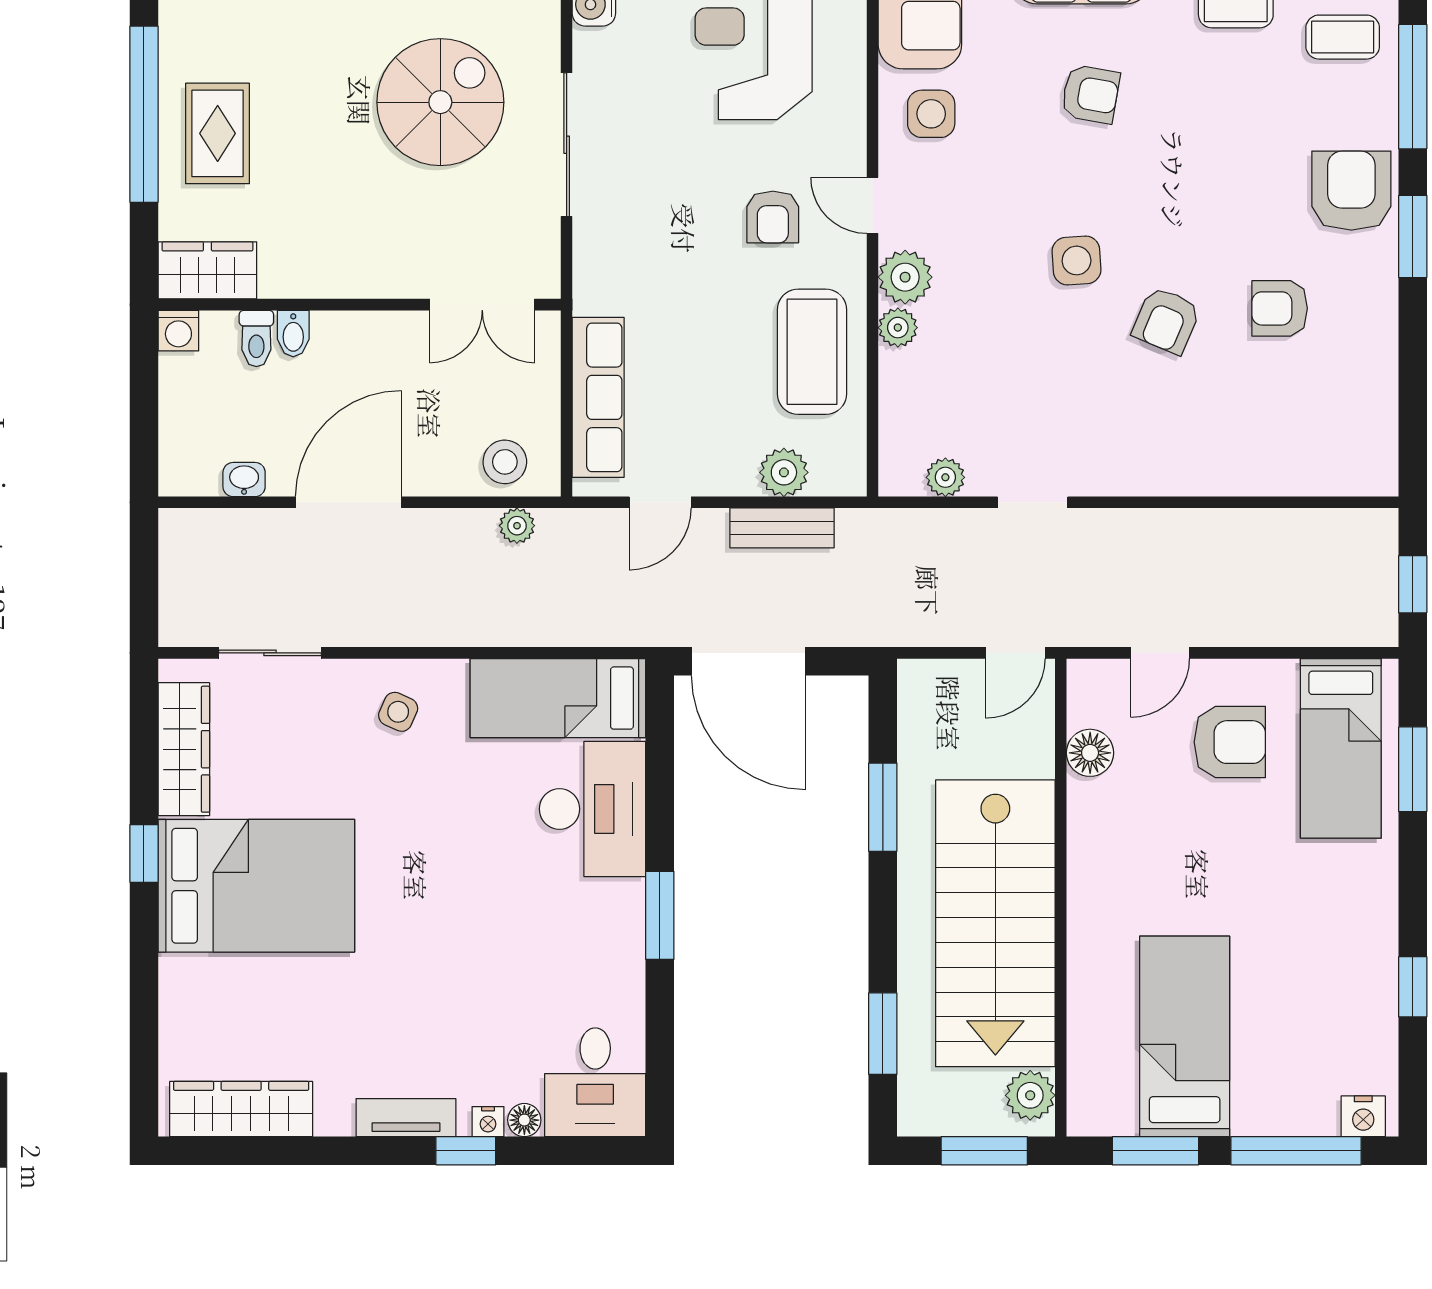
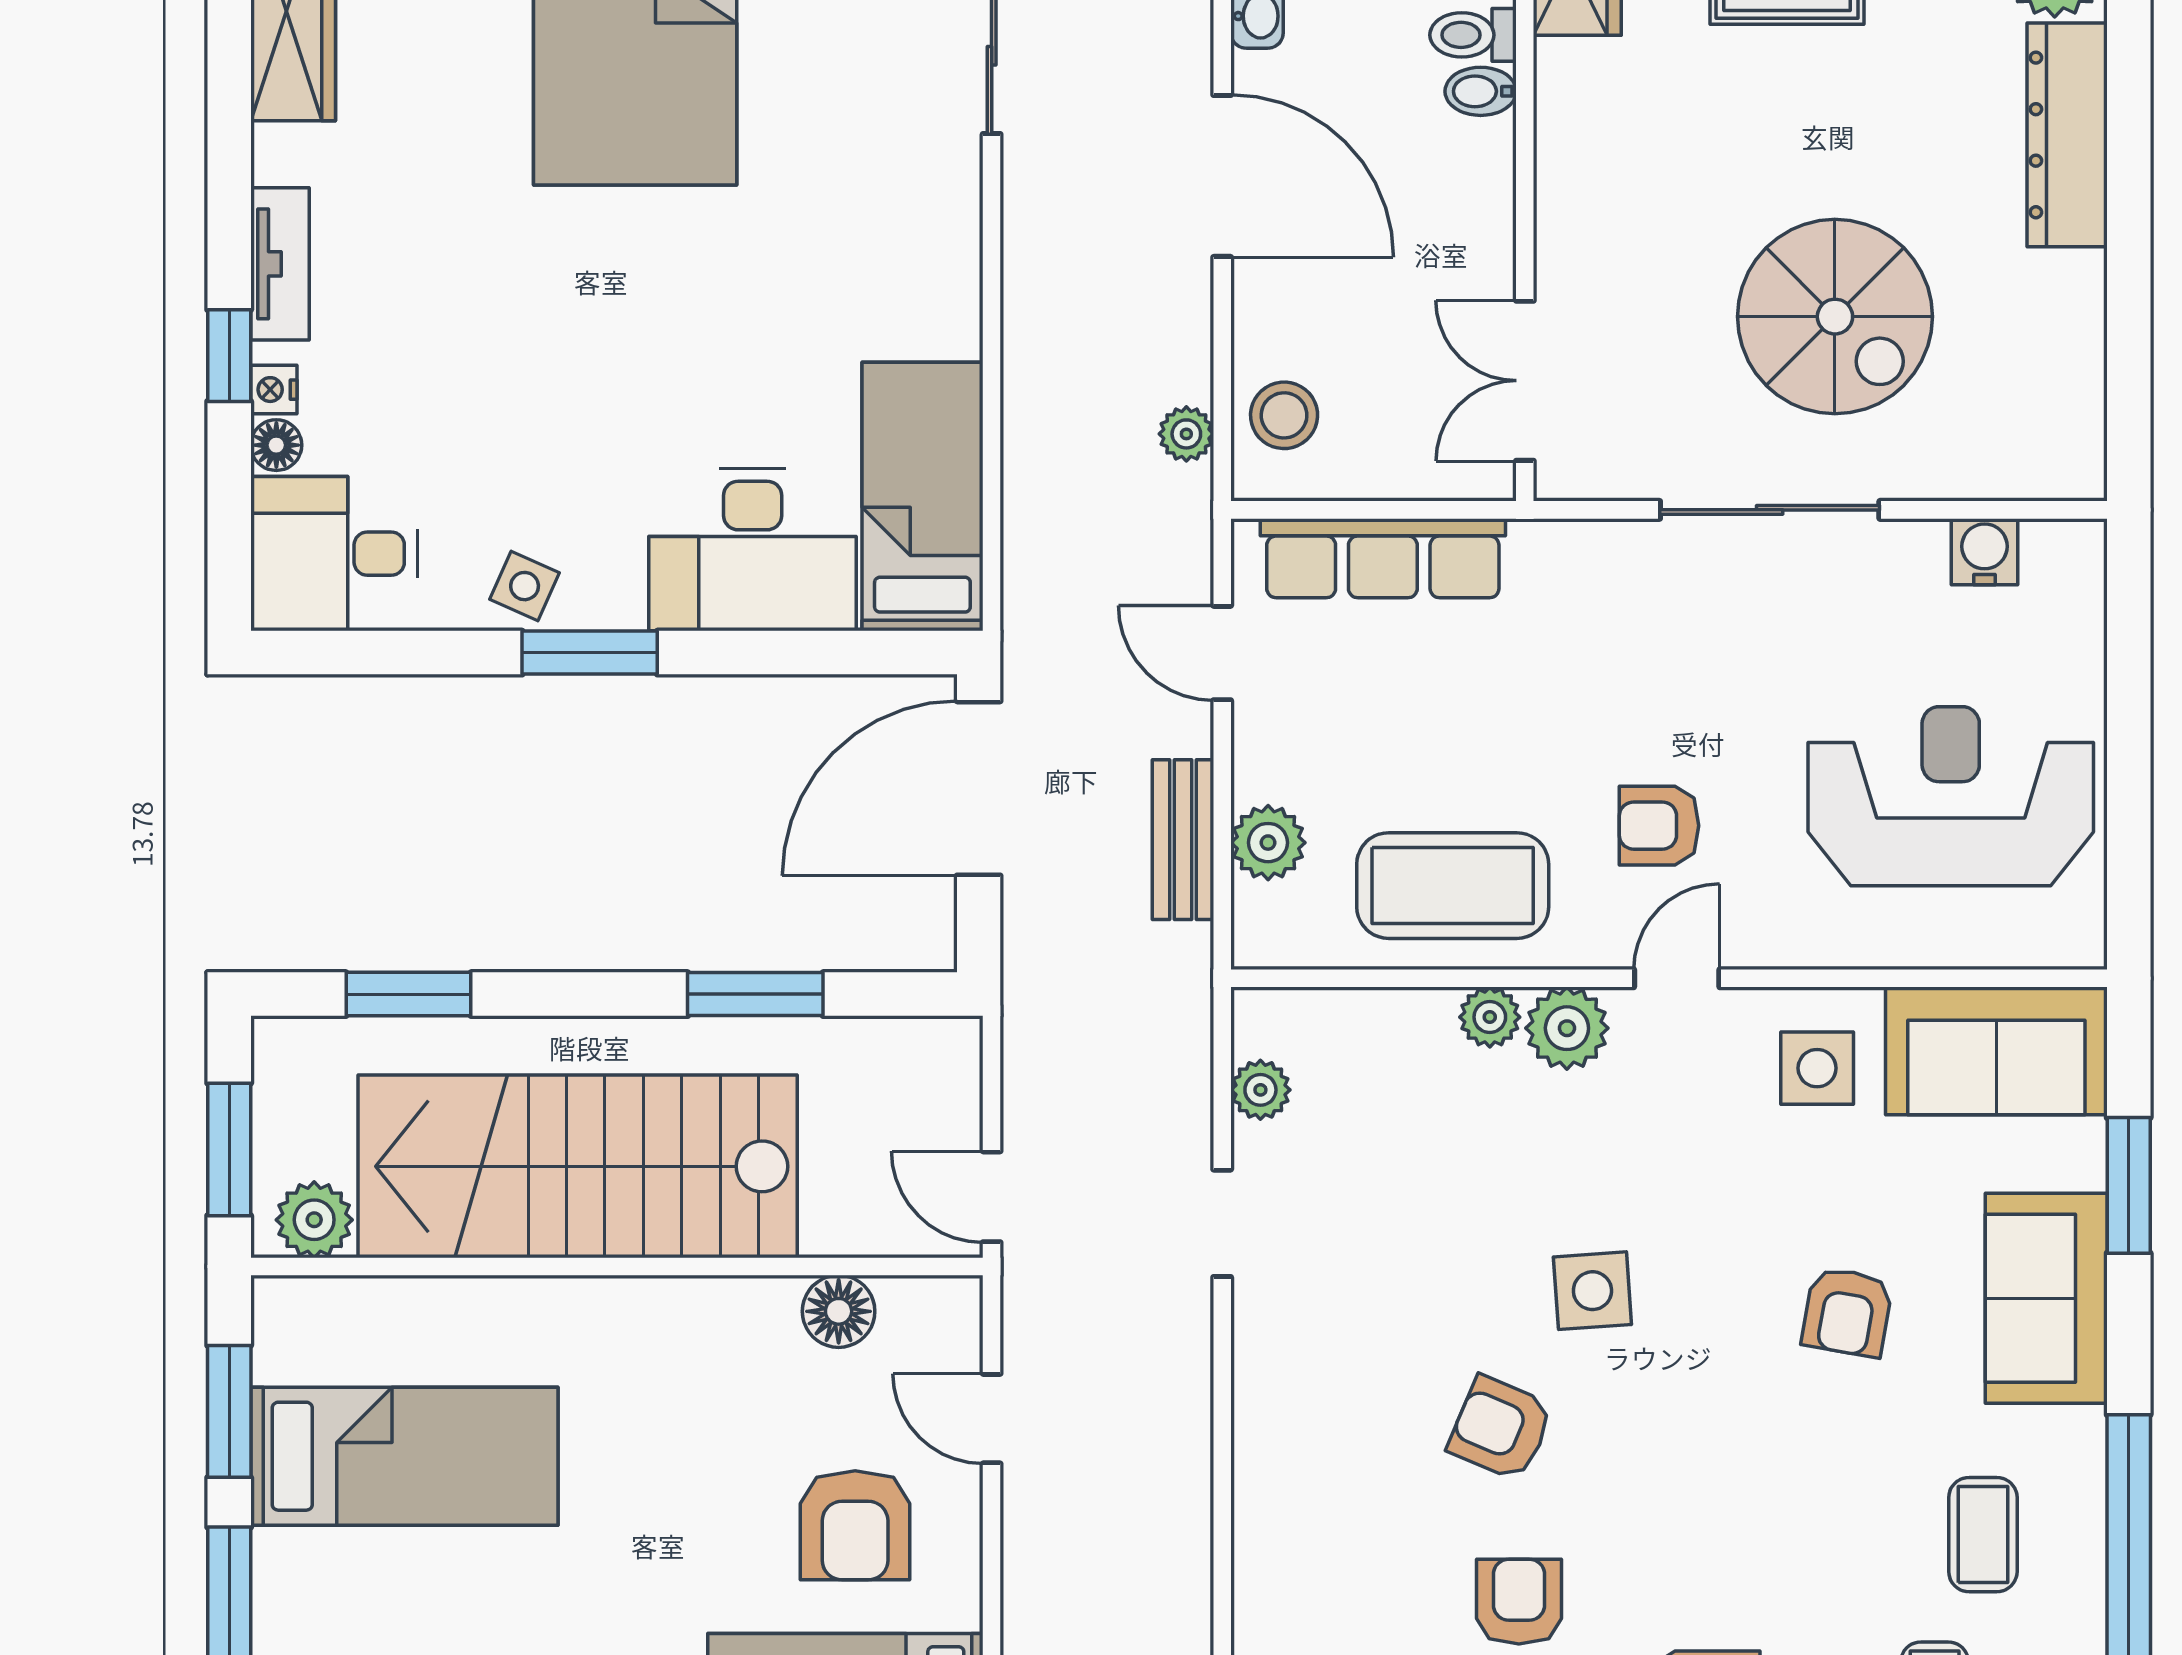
side table: (398, 712) -> (525, 586), moved

